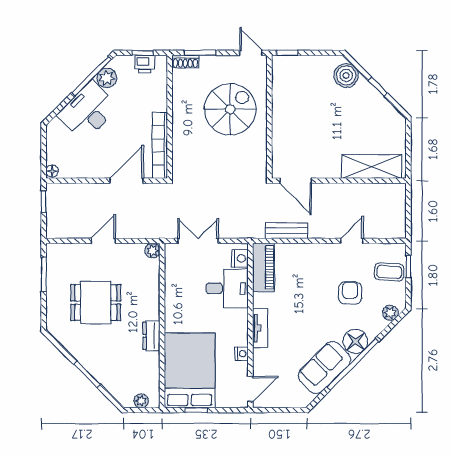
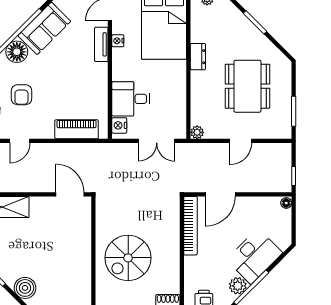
bench: (287, 231) -> (78, 150), removed
piano: (264, 267) -> (77, 129), moved, turned 90
dining table: (96, 303) -> (247, 86), width x1.38
tv unit: (260, 328) -> (101, 44), moved

